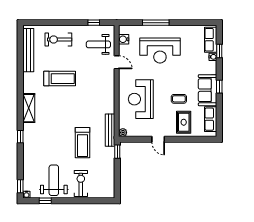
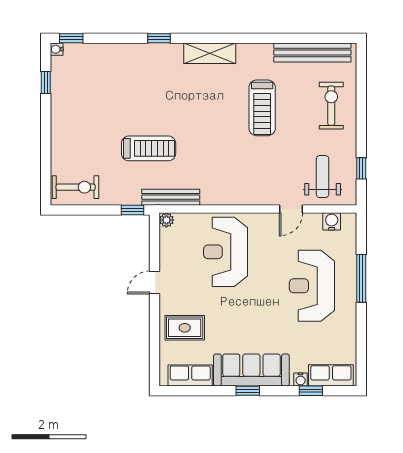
sofa: (208, 90) -> (251, 370), width x1.36
reception desk: (141, 99) -> (226, 252), turned -90
coffee table: (179, 99) -> (226, 319), removed
treadmill: (82, 143) -> (149, 148), turned 180
weight bench: (54, 180) -> (82, 98), removed
exercise bike: (81, 183) -> (76, 187), moved

